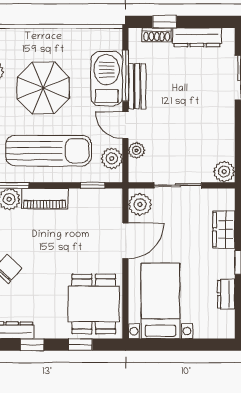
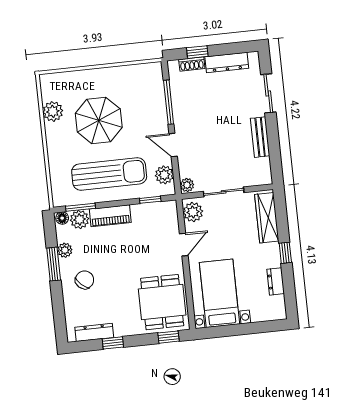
barbecue: (107, 79) -> (153, 106), removed
bench: (137, 86) -> (260, 137), moved
plant: (136, 150) -> (187, 185), moved
plant: (224, 172) -> (263, 176), removed
wardrobe: (224, 230) -> (267, 218), width x1.50
door: (125, 241) -> (184, 245), width x0.73
window: (80, 345) -> (169, 337), moved

